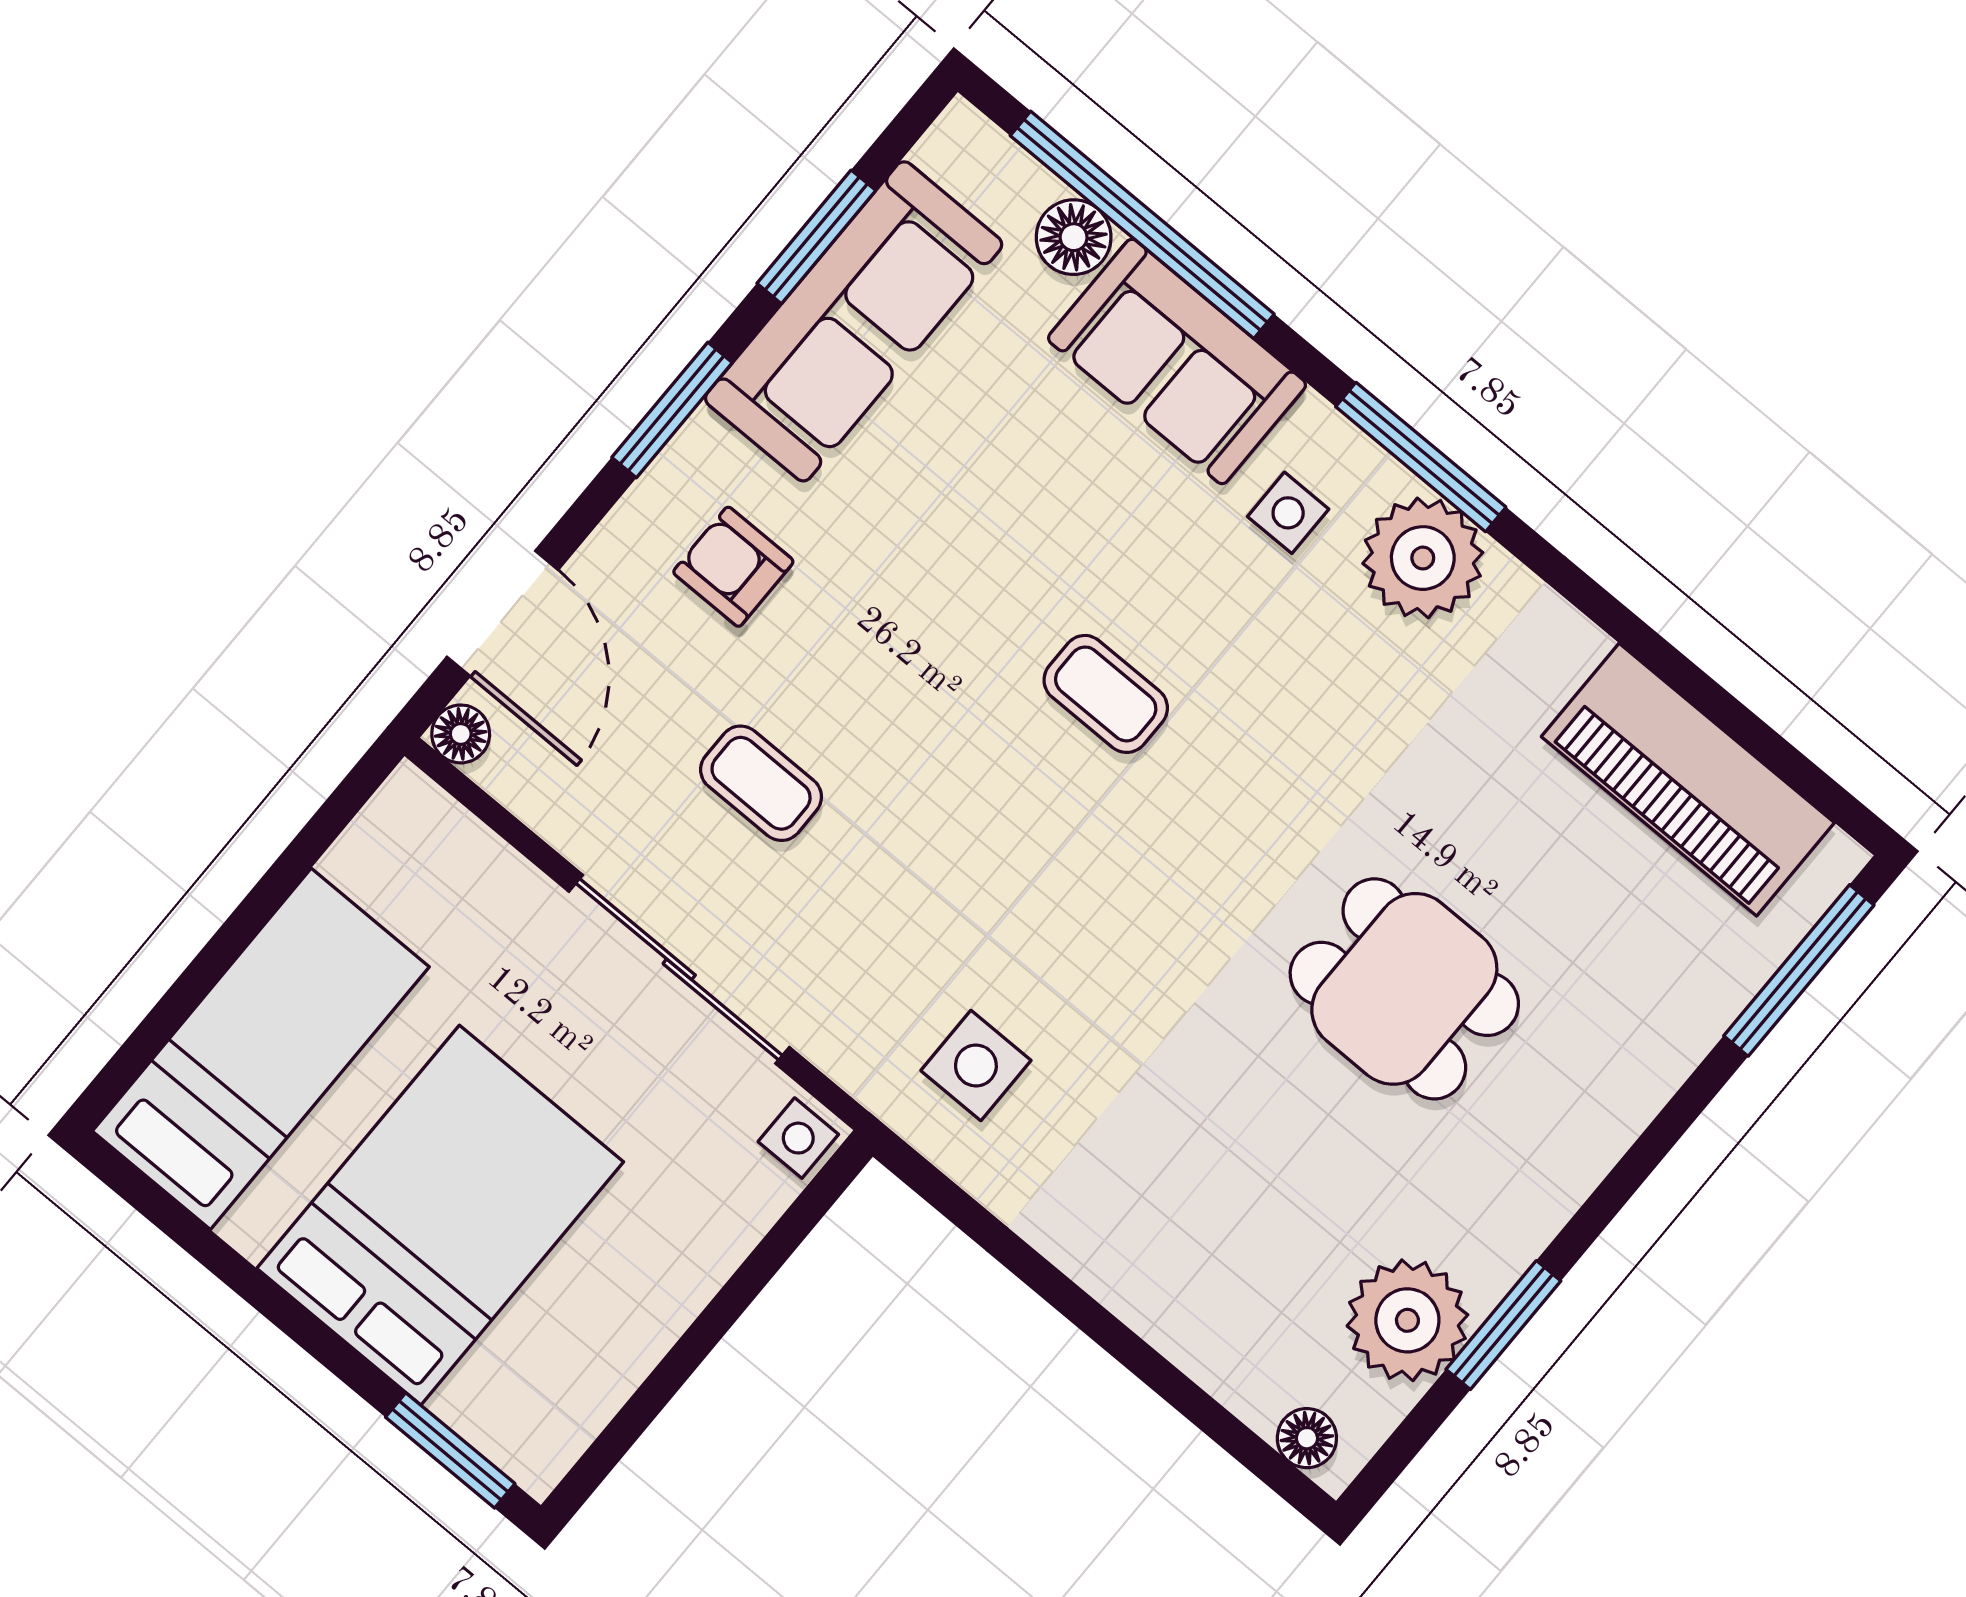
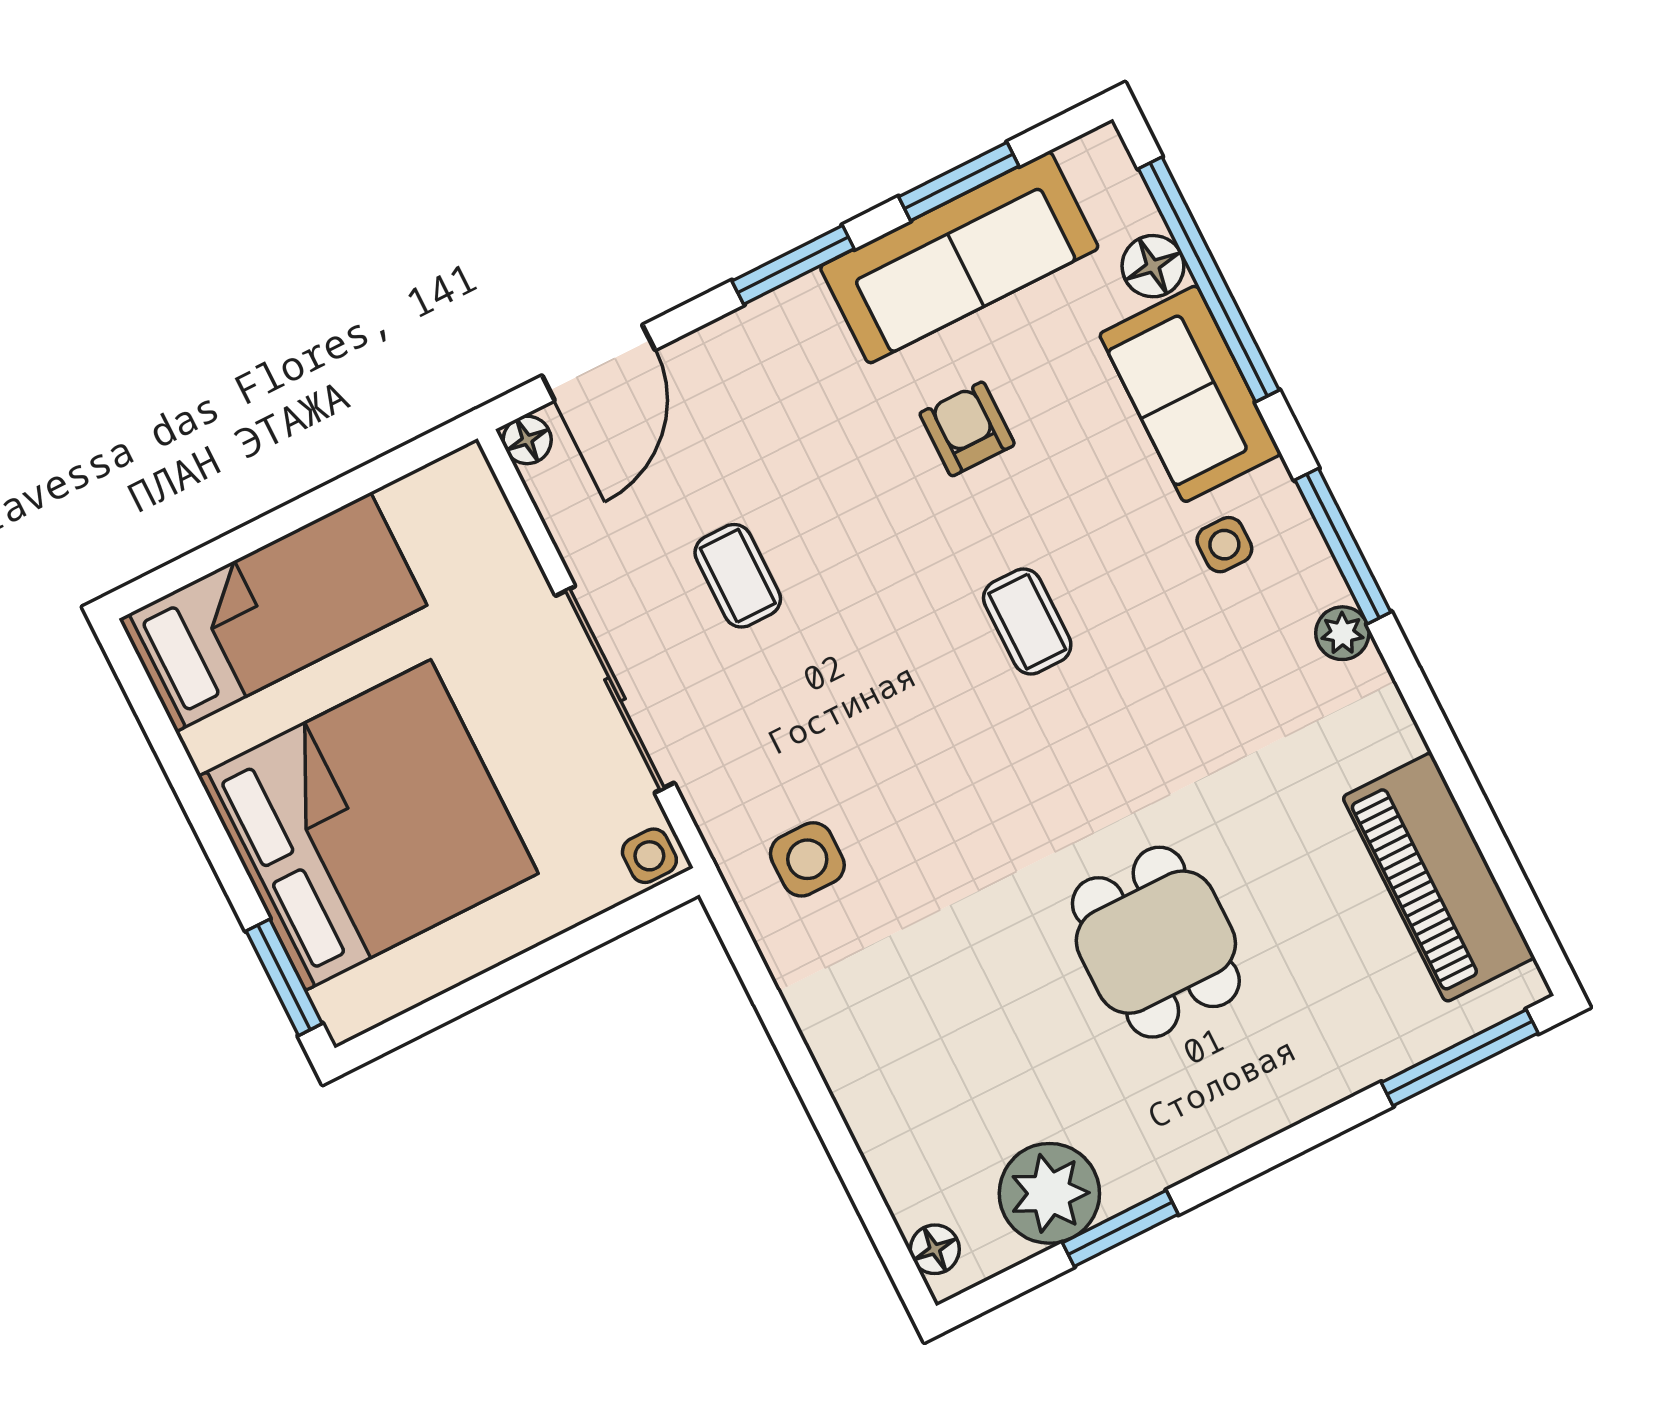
plant: (1423, 558) -> (1342, 633), width x0.53, depth x0.53
armchair: (733, 567) -> (967, 429), moved
bed: (440, 1215) -> (368, 825), width x1.36

